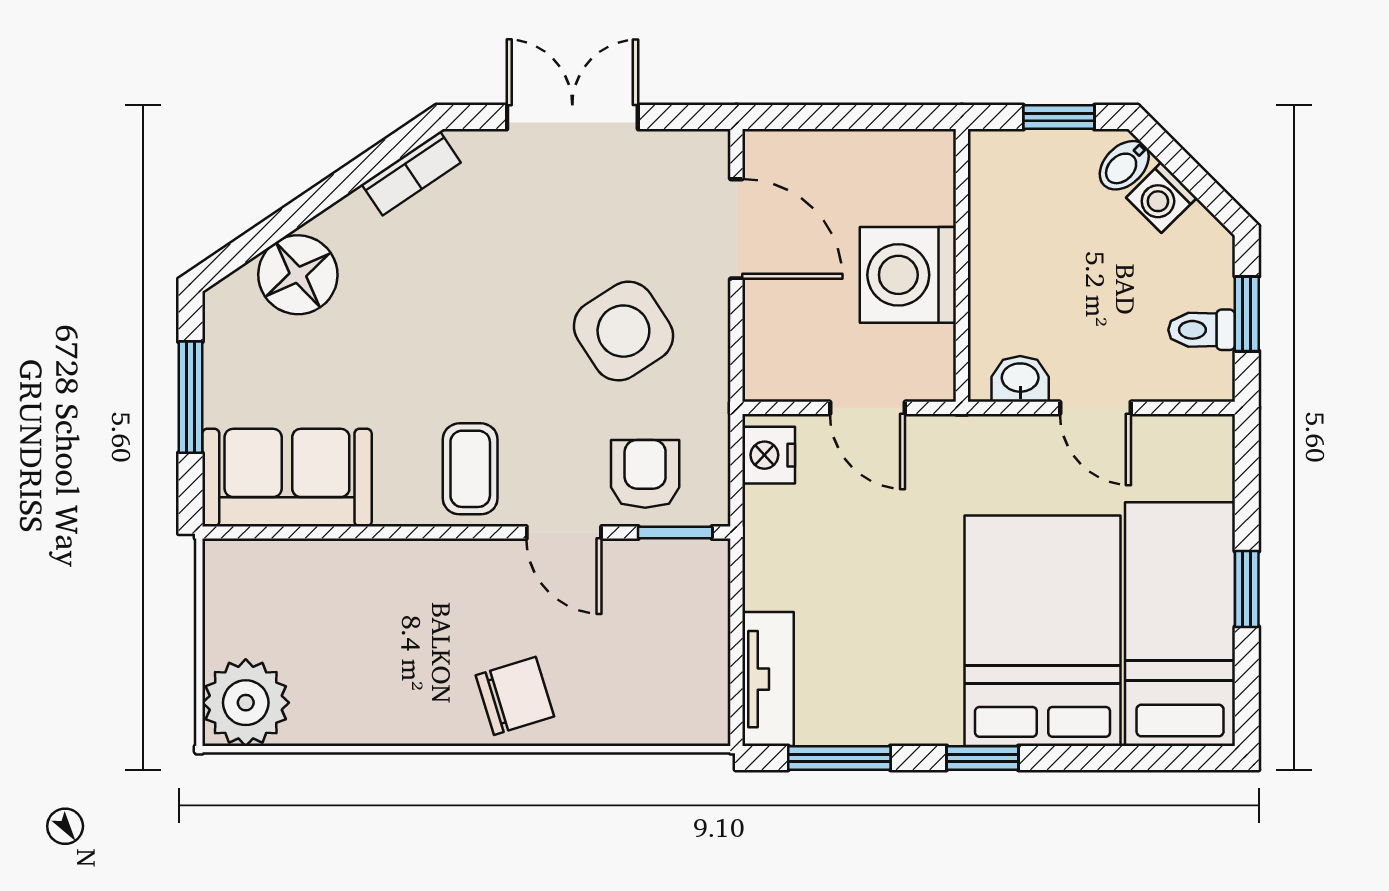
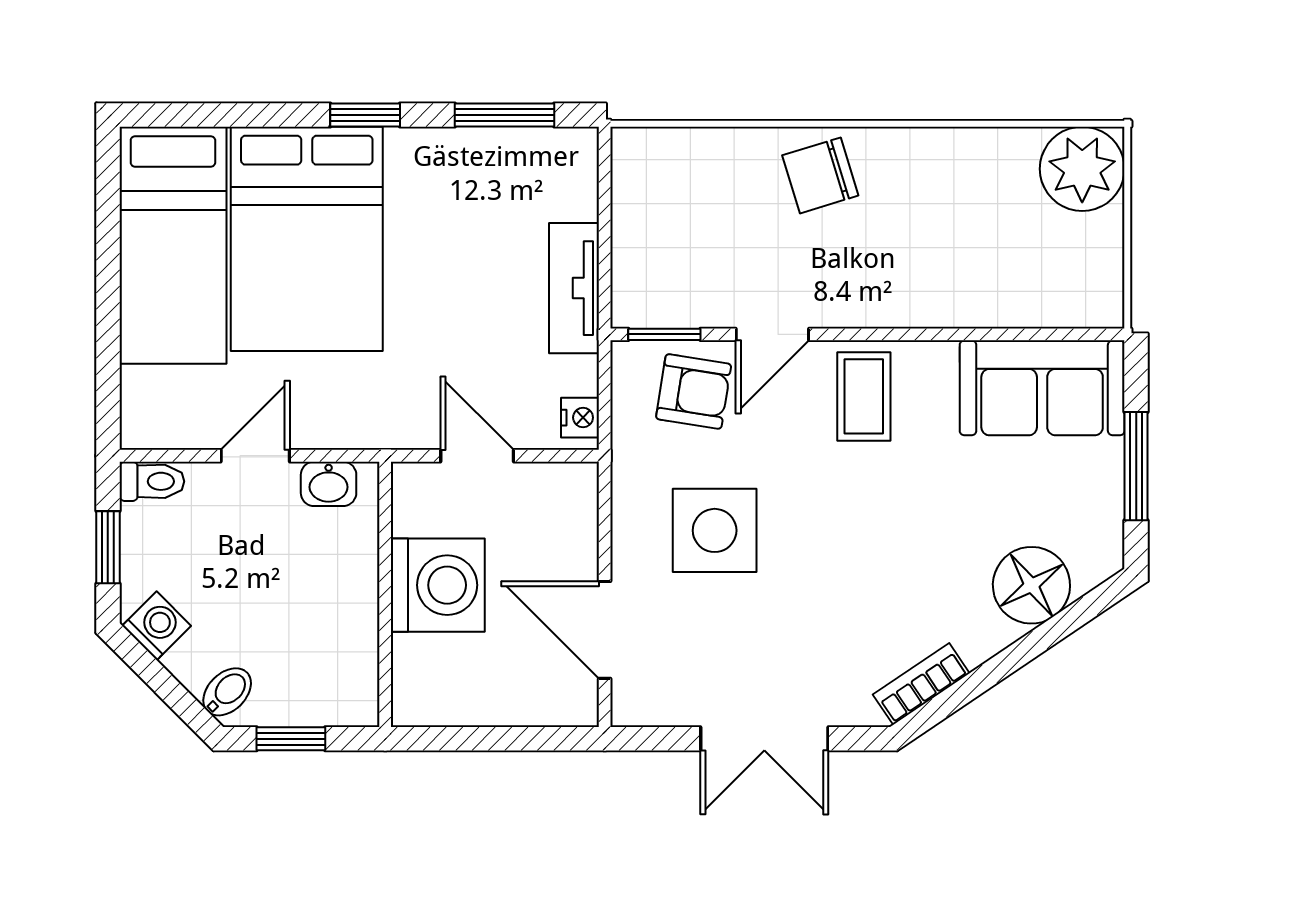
washing machine: (1161, 198) -> (157, 626), moved
toilet: (1202, 330) -> (152, 481), moved
side table: (623, 331) -> (715, 530), turned 33
door: (1095, 408) -> (255, 456), hinge flipped
nightstand: (769, 455) -> (580, 418), width x0.72, depth x0.74
armchair: (645, 474) -> (694, 391), turned -81
door: (564, 532) -> (772, 334), swing flipped
window: (1247, 589) -> (108, 279), removed
tv unit: (768, 679) -> (574, 288), moved

